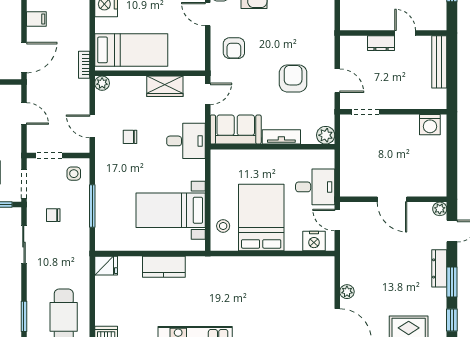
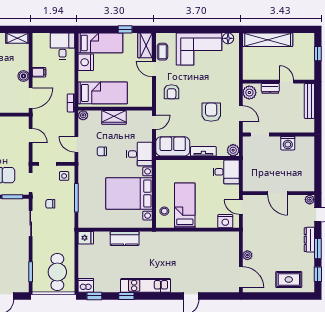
boiler: (13, 25) -> (23, 76), added
plant: (350, 49) -> (249, 93), added
wardrobe: (165, 86) -> (114, 117), moved
washing machine: (430, 125) -> (288, 143), moved
desk: (315, 187) -> (226, 172), moved
bed with nightstands: (171, 210) -> (129, 194), width x1.36
bed: (261, 217) -> (185, 205), width x0.67

